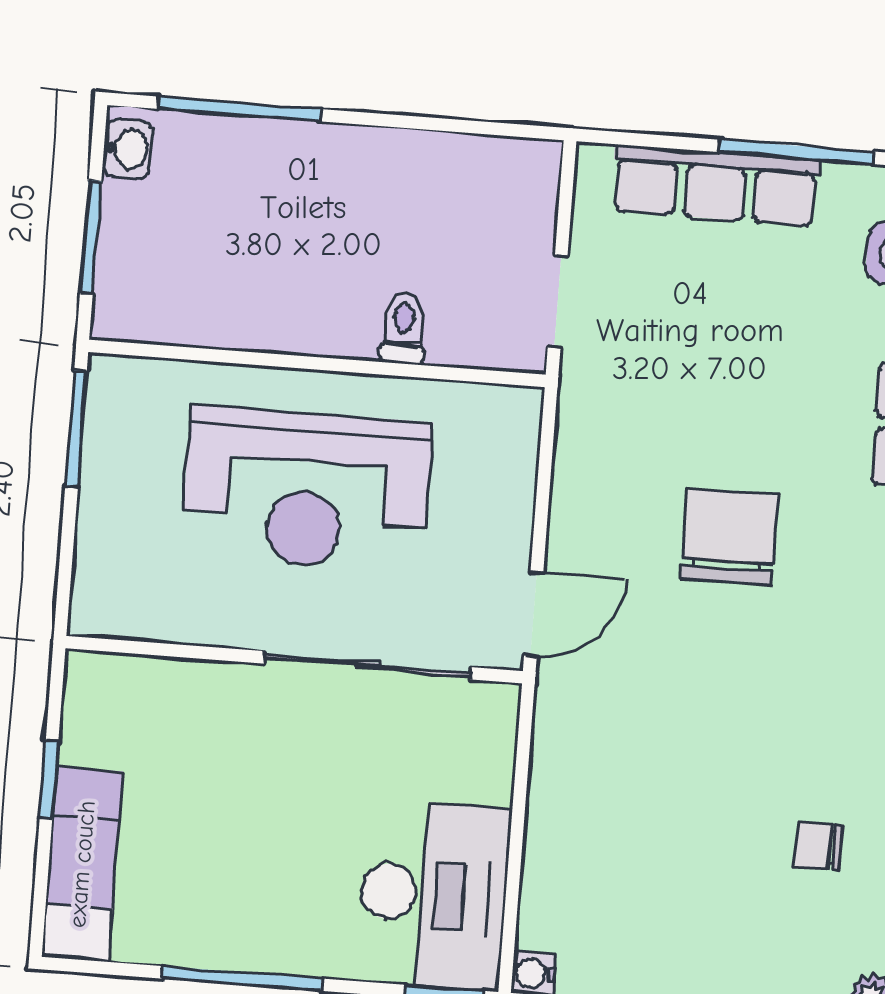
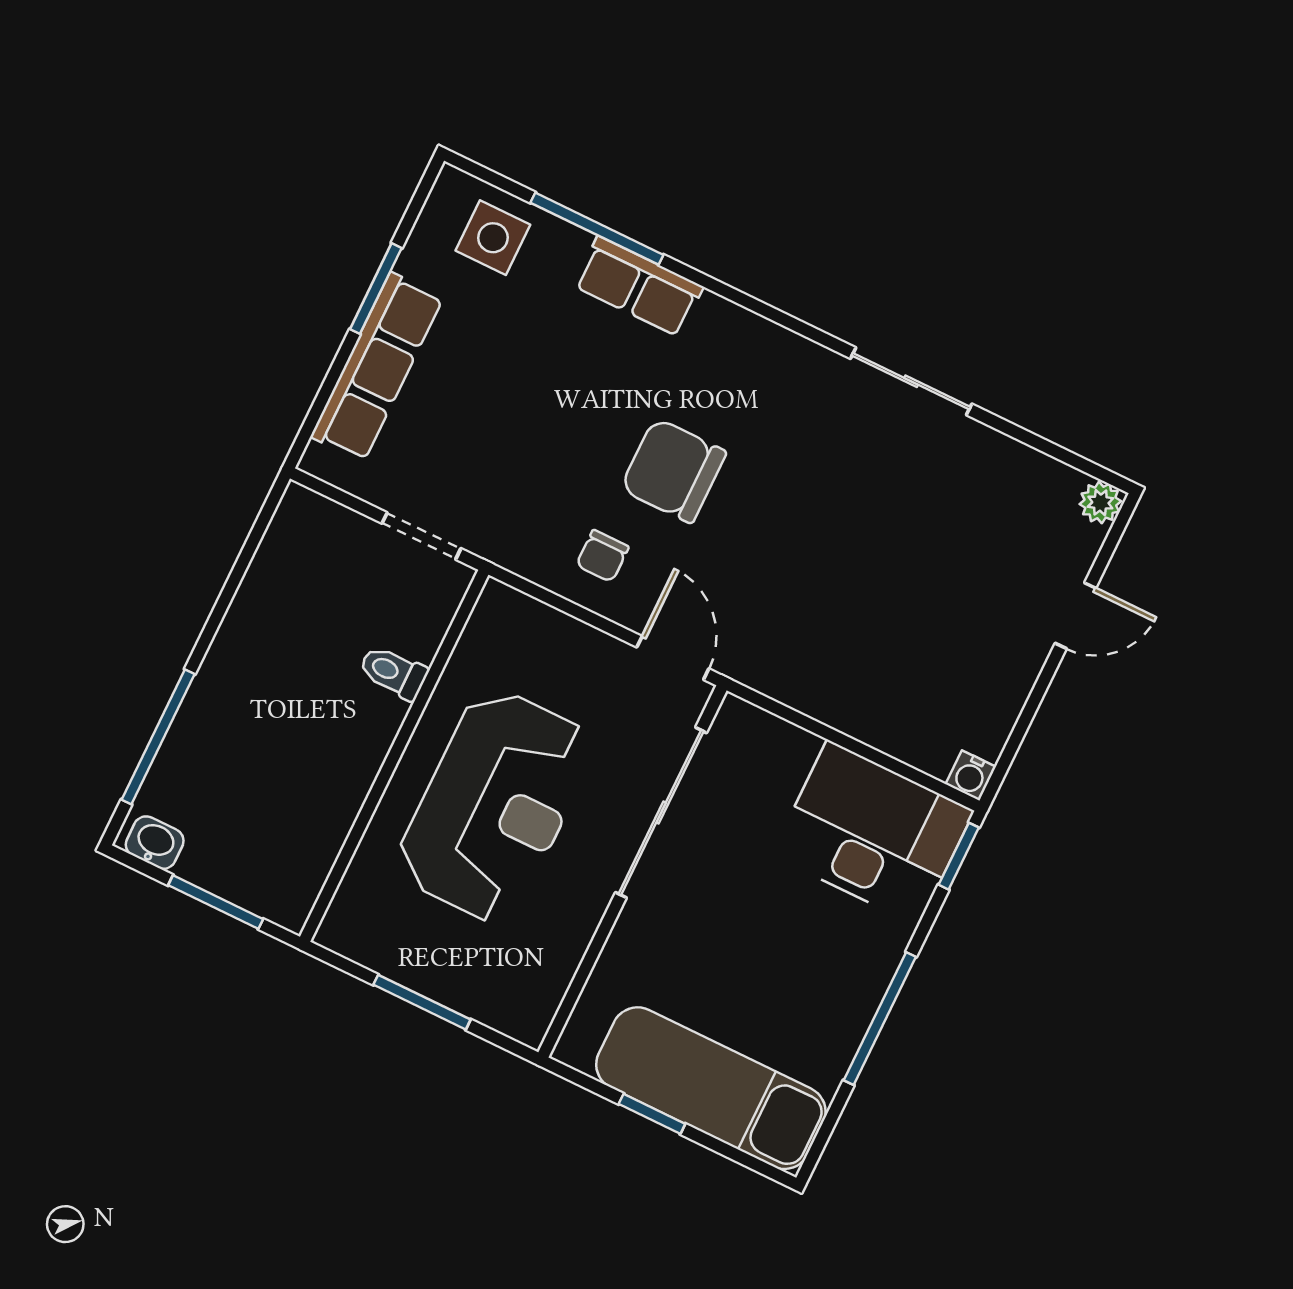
window: (797, 152) -> (376, 289), width x0.69
window: (76, 428) -> (422, 1002), moved
chair: (819, 846) -> (602, 556), moved
exam couch: (82, 864) -> (711, 1088), width x1.36, depth x1.45

